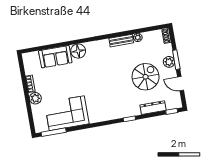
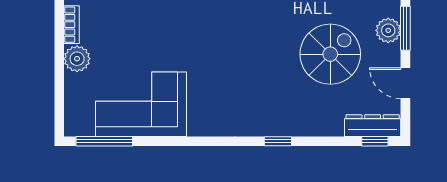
dresser: (153, 108) -> (373, 126), moved

